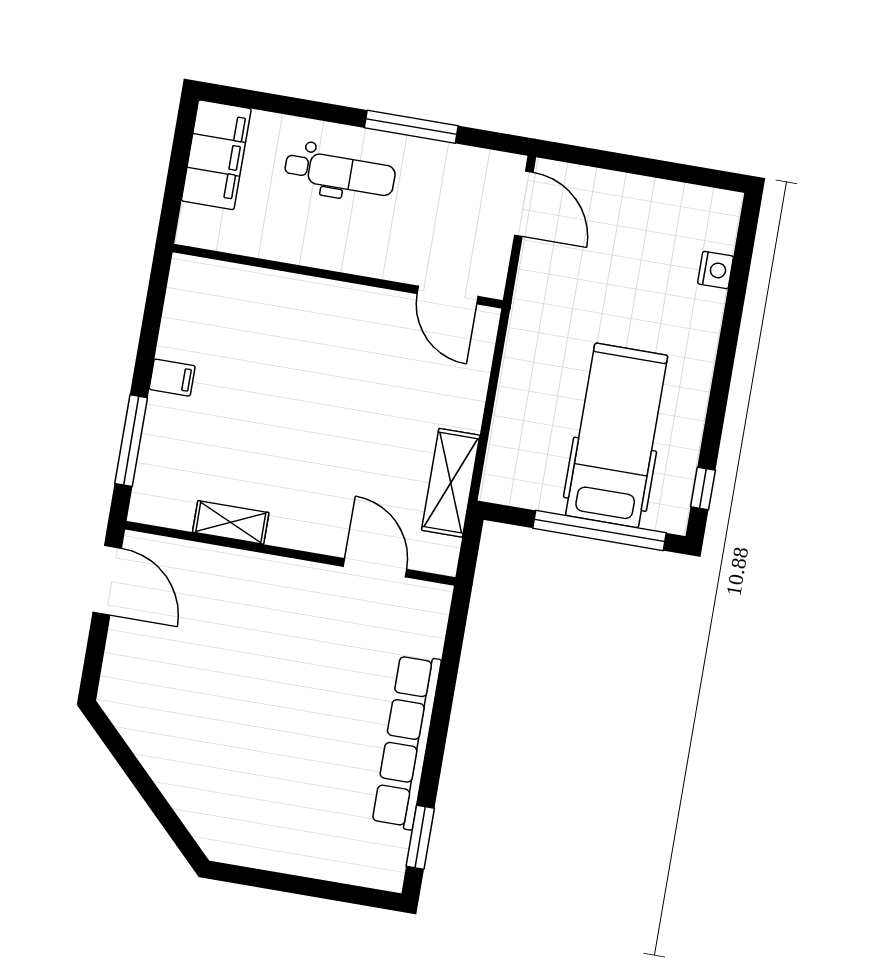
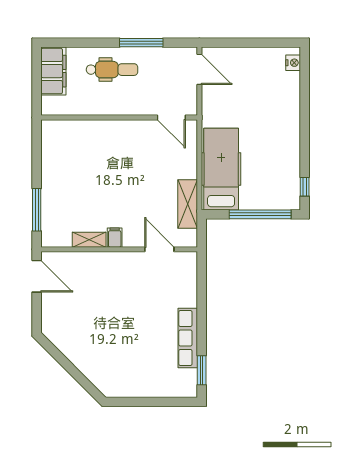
nightstand: (716, 270) -> (293, 63), moved
filing cabinet: (172, 378) -> (115, 238), moved, turned -90
hospital bed: (617, 435) -> (221, 169), moved
row of seats: (407, 742) -> (188, 338), width x0.73

